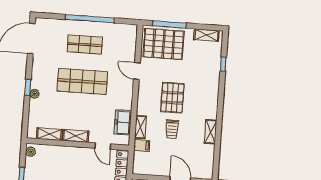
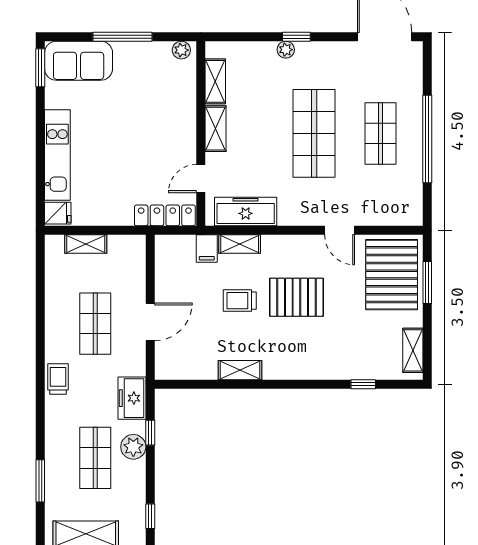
window: (169, 24) -> (427, 283), width x0.69
door: (137, 71) -> (340, 230), swing flipped
freezer: (123, 122) -> (246, 211), width x1.40

